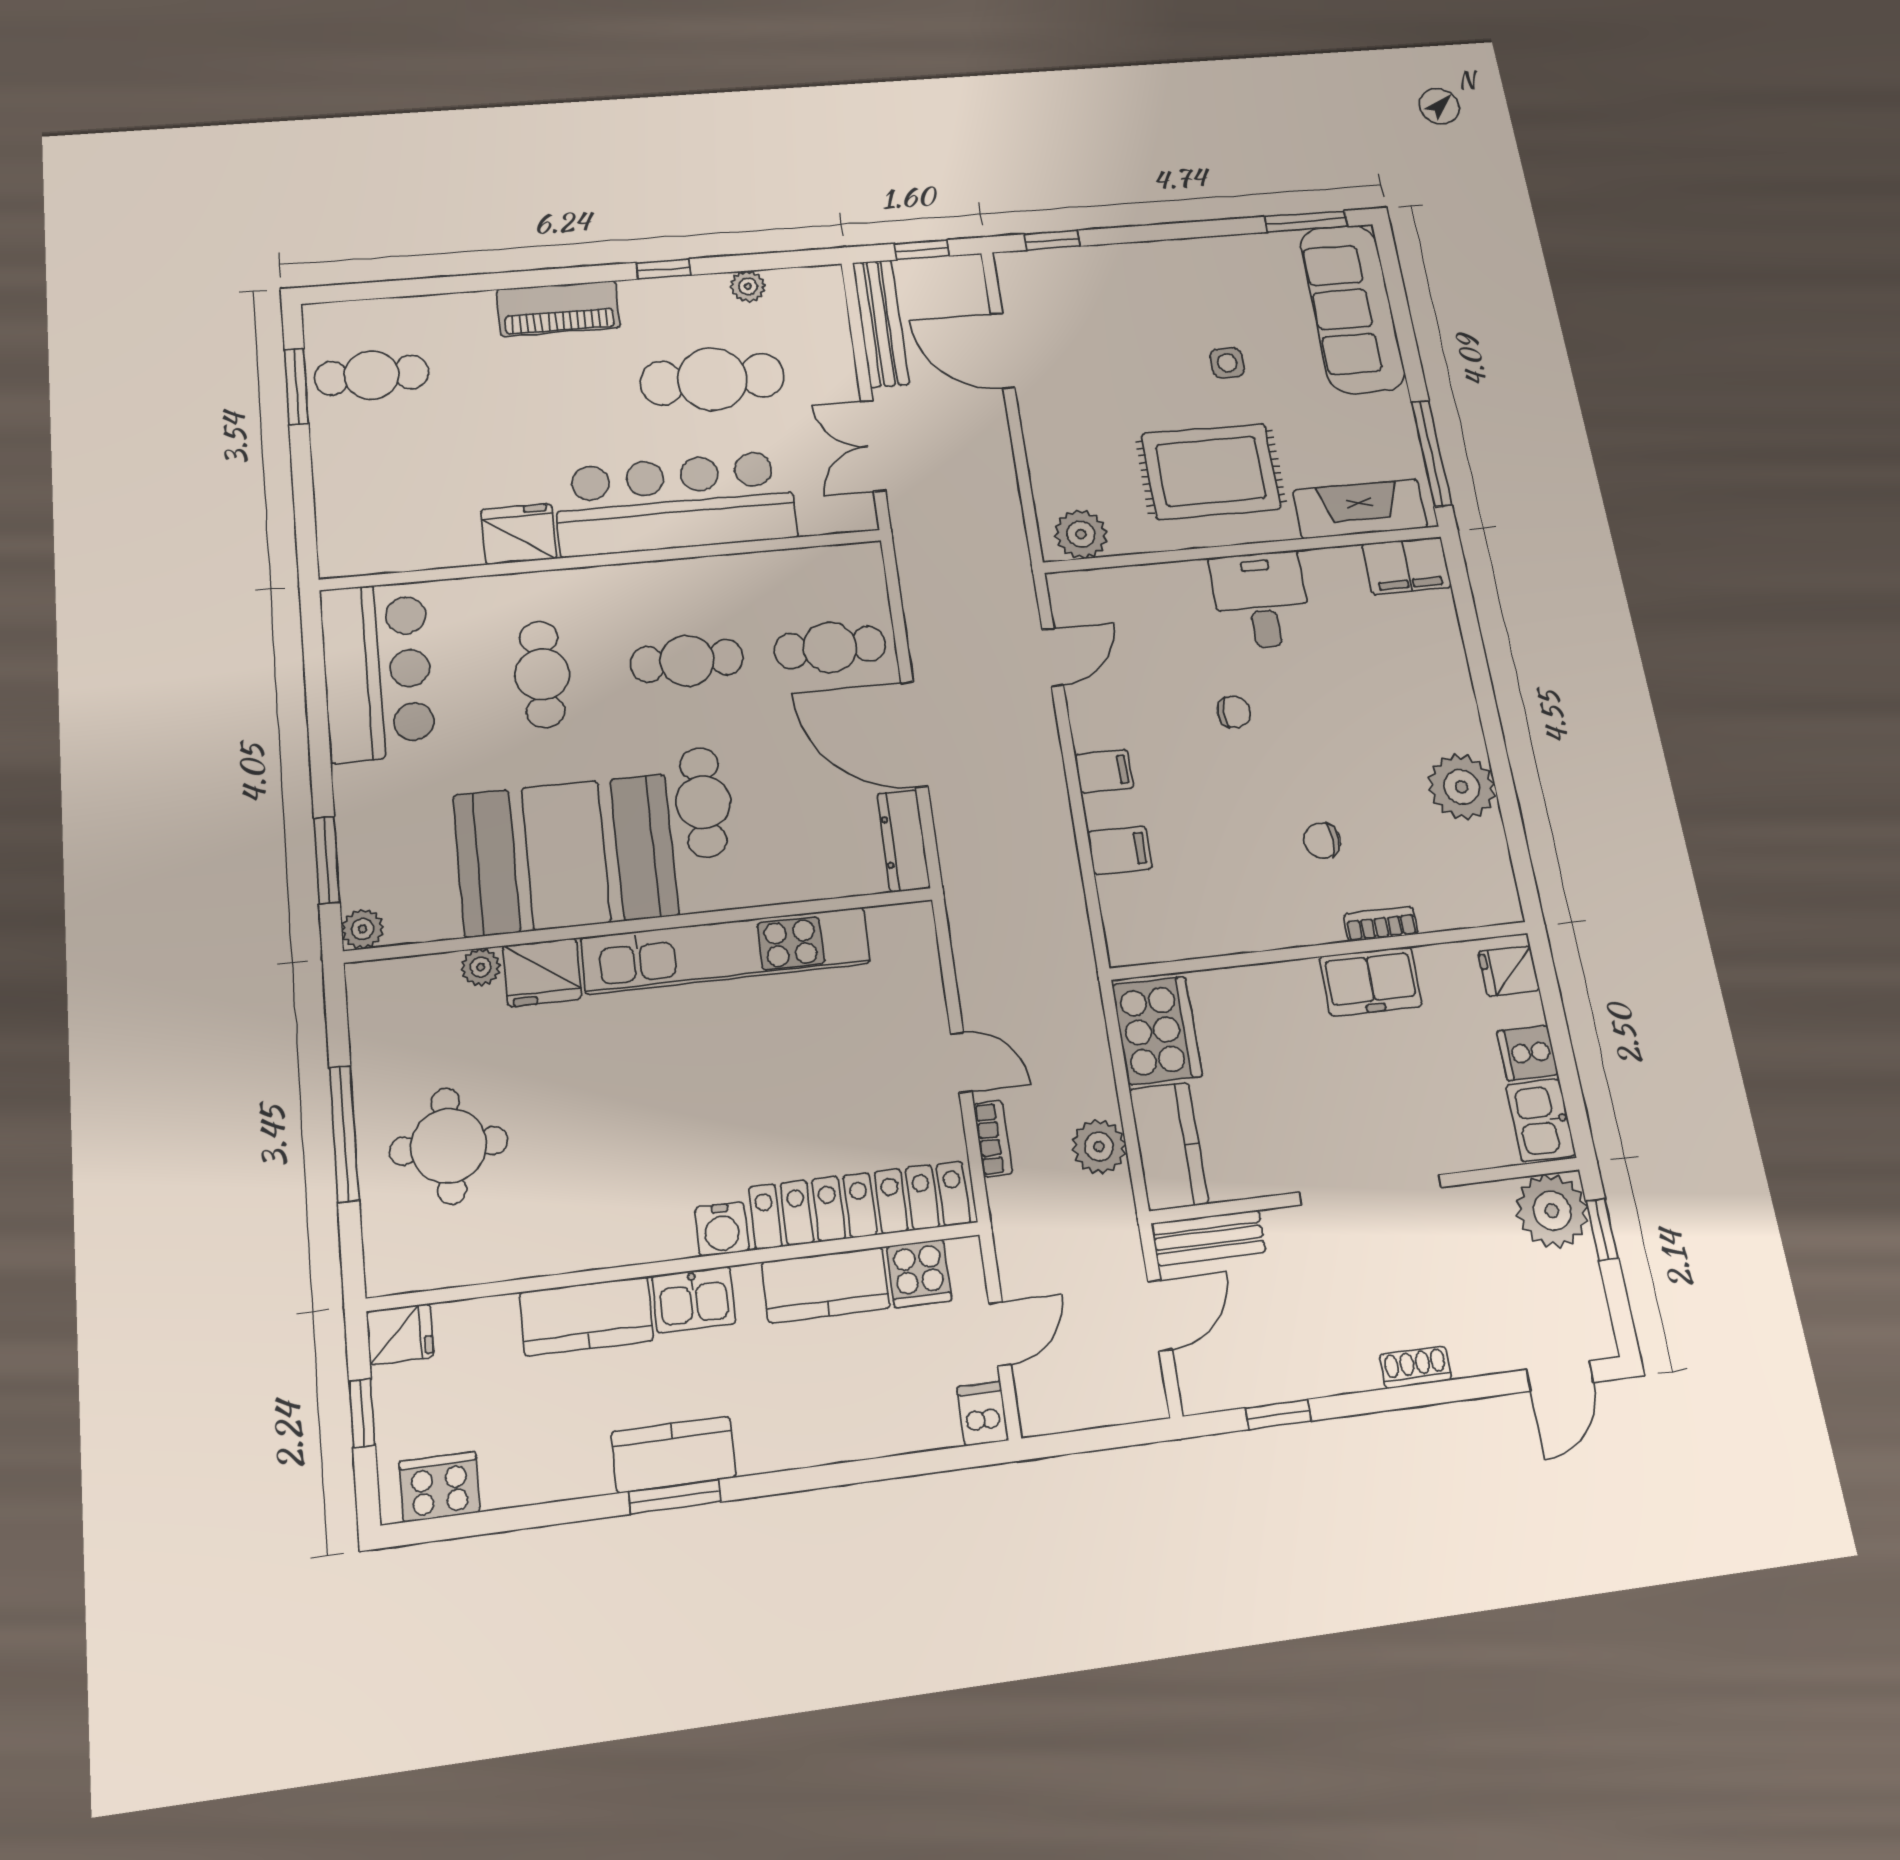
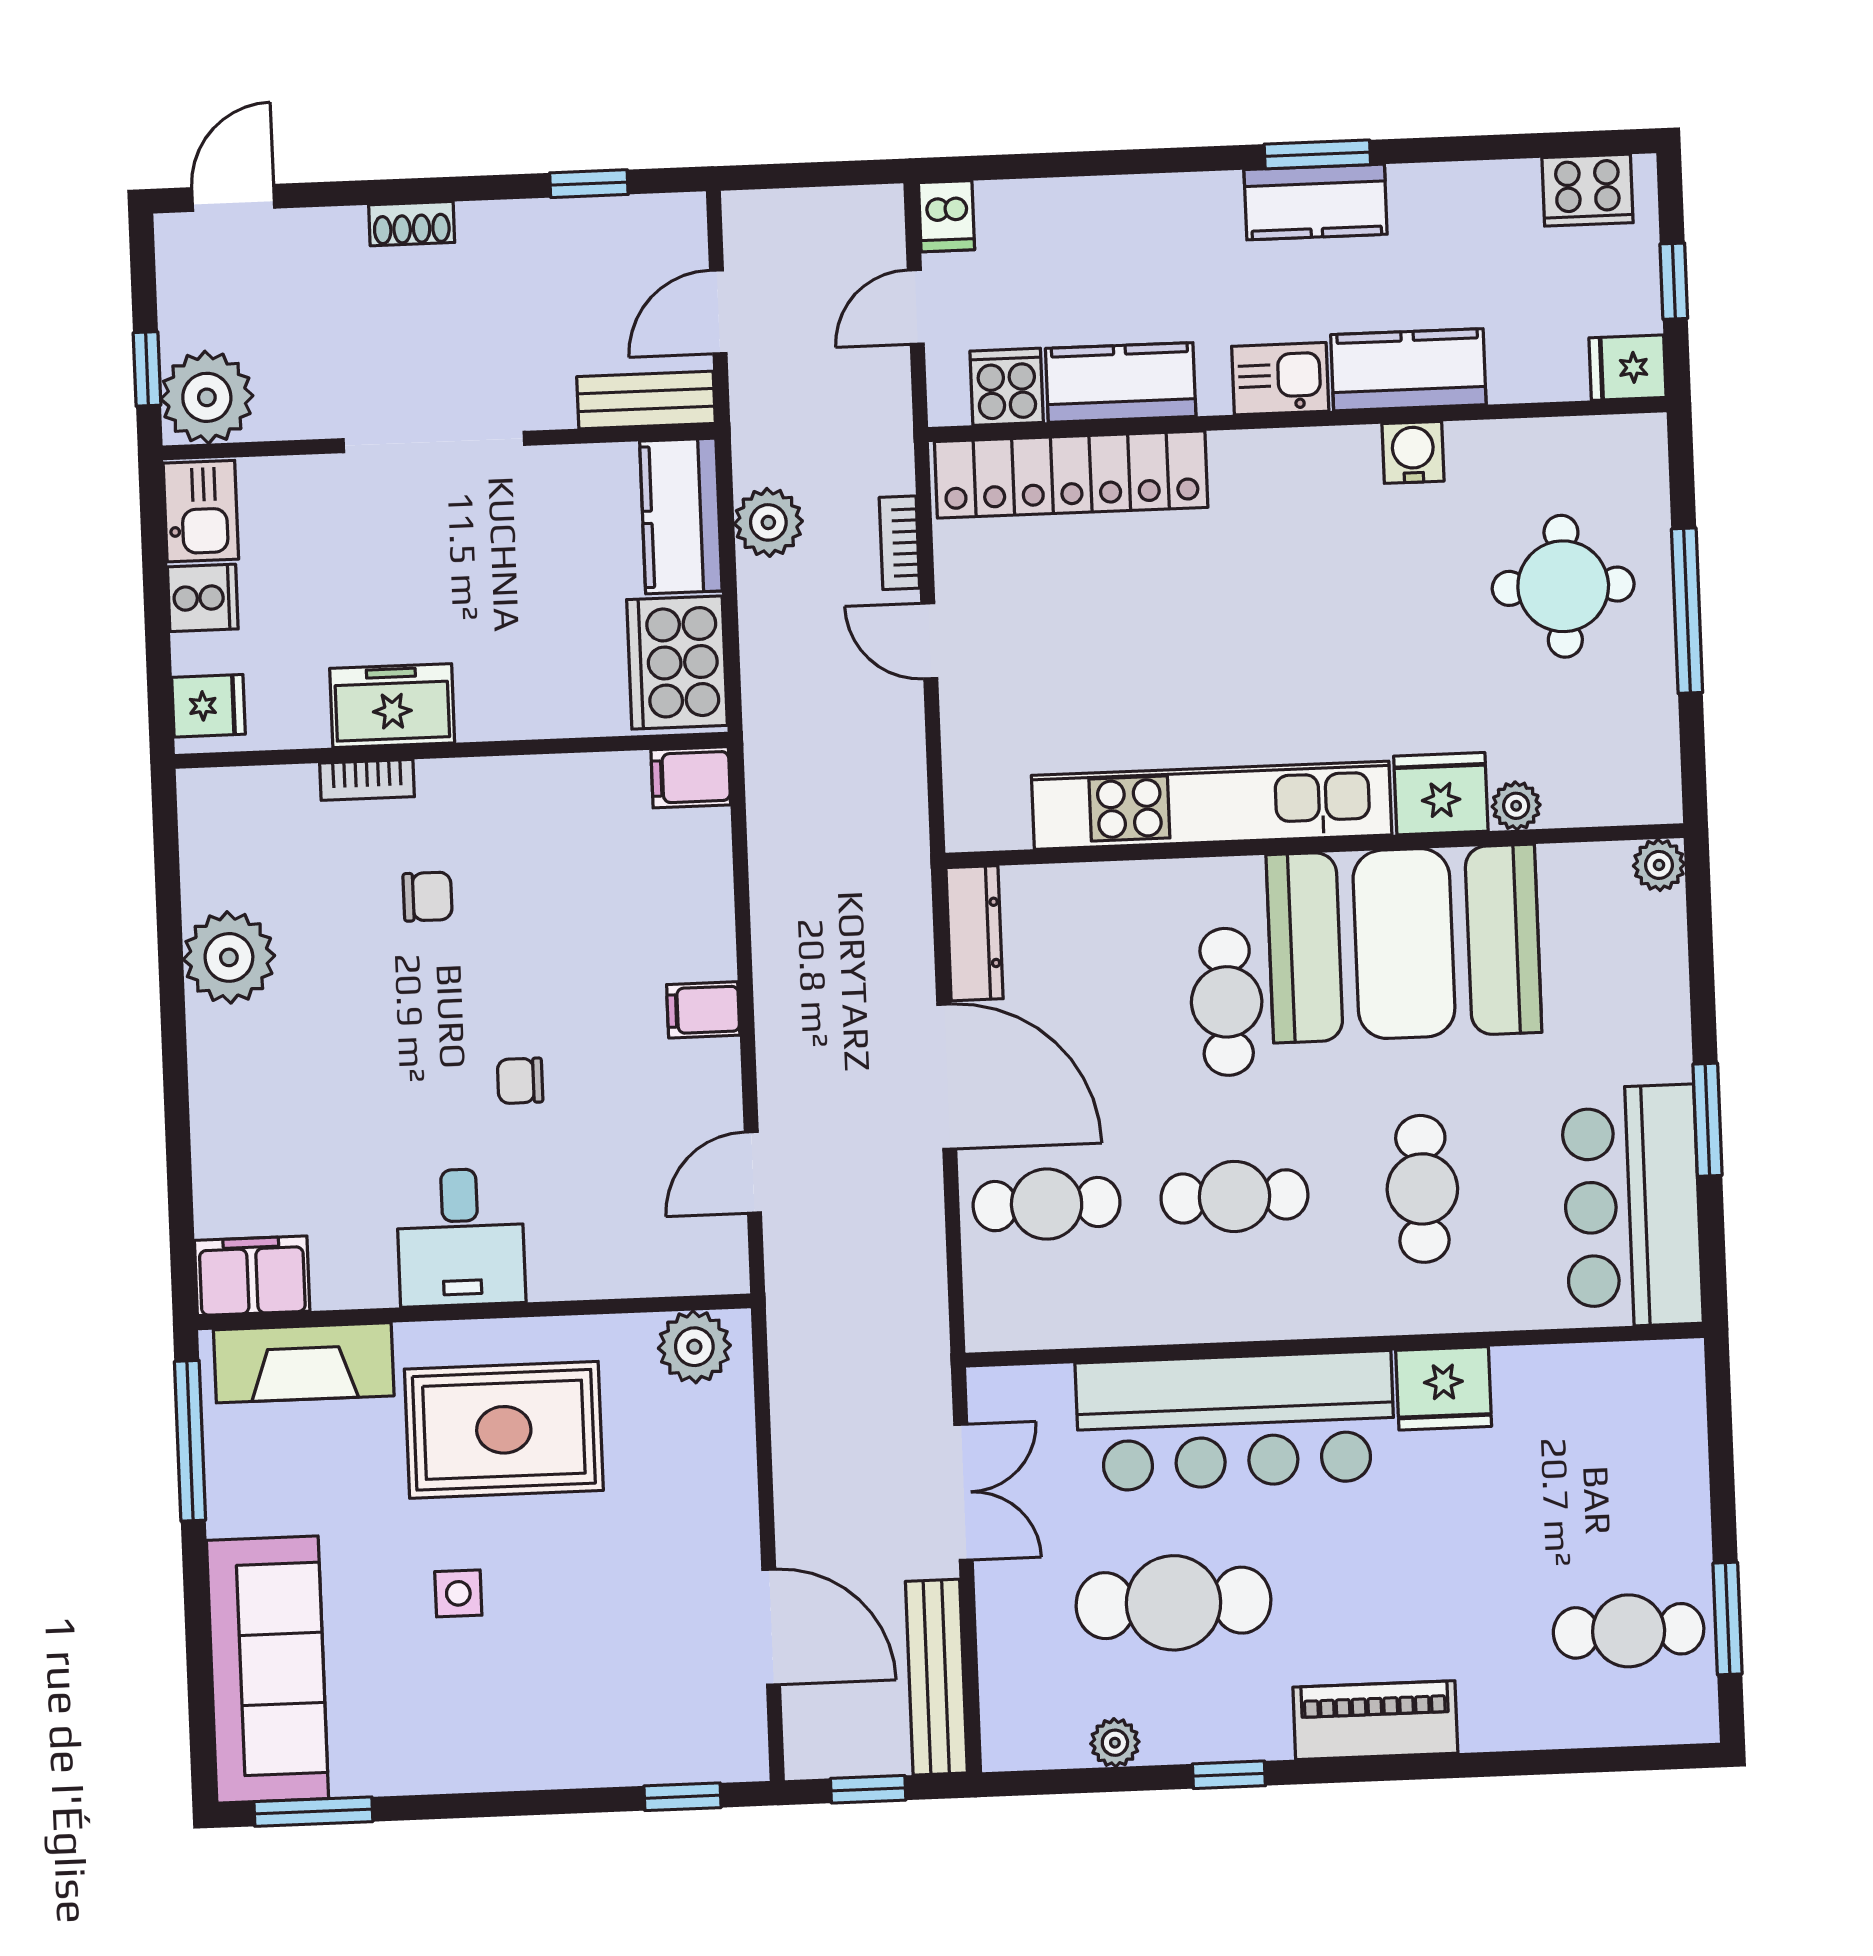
filing cabinet: (1120, 850) -> (691, 777), moved
window: (327, 860) -> (1707, 1120), moved
water cooler: (722, 1229) -> (1413, 452), moved

